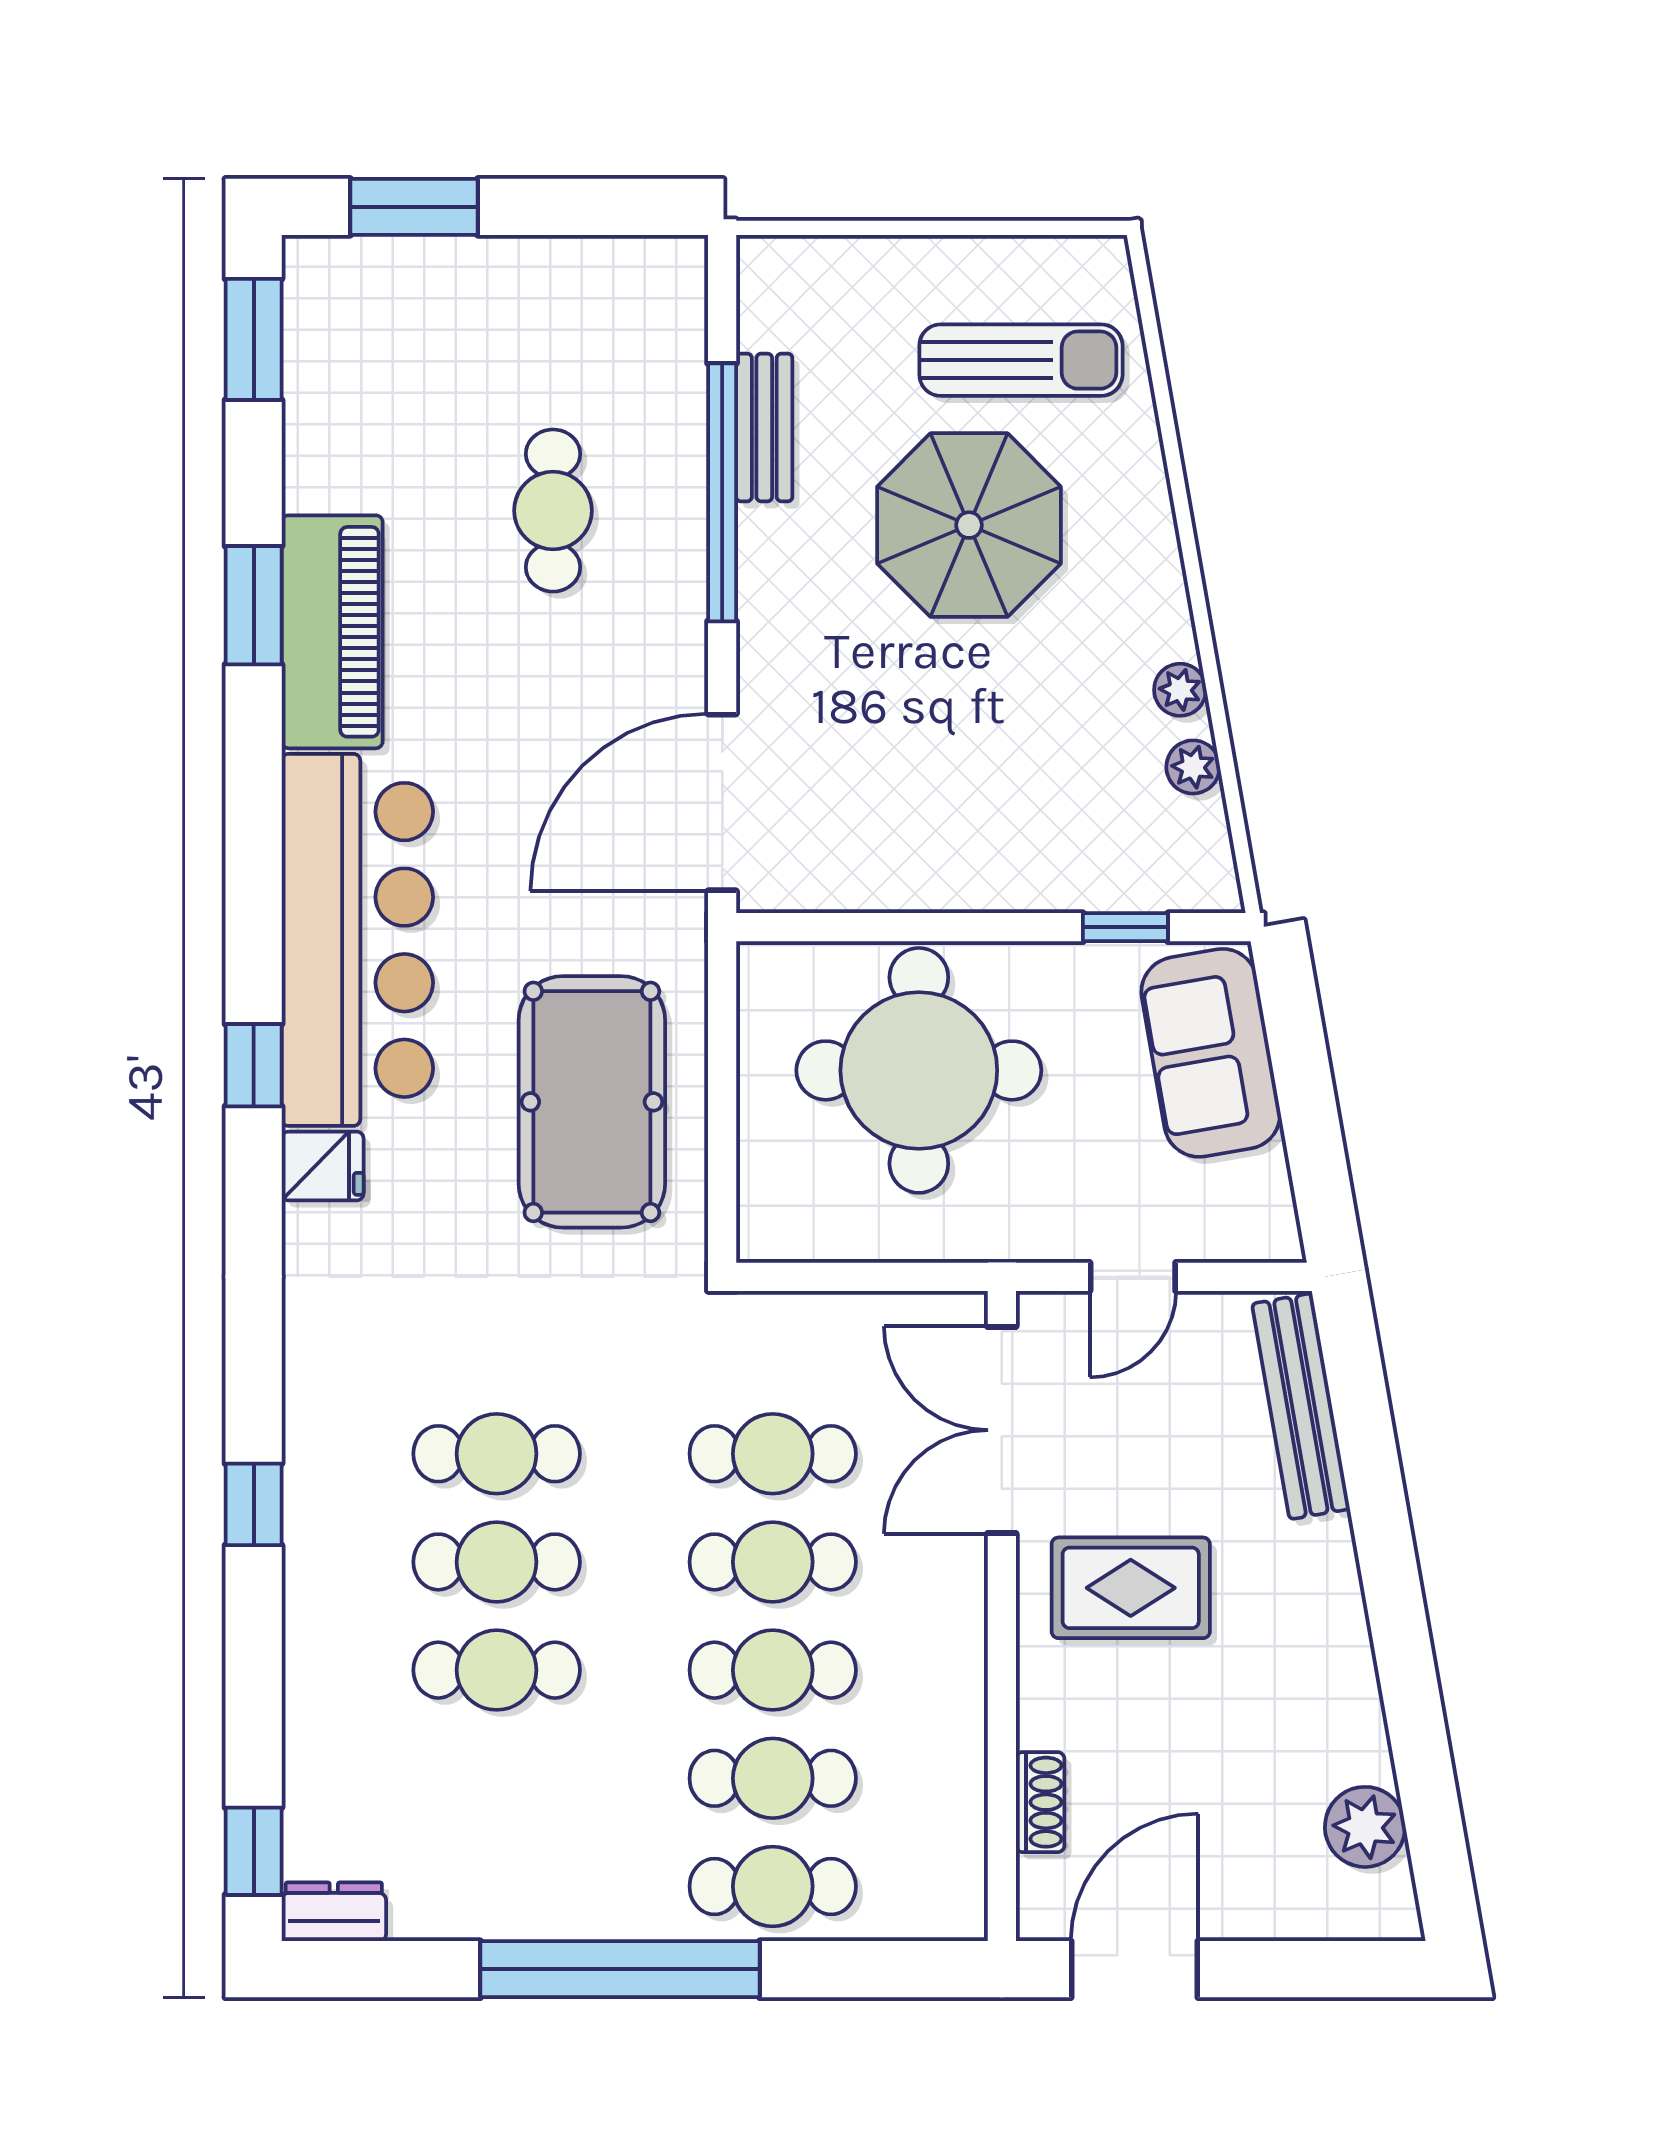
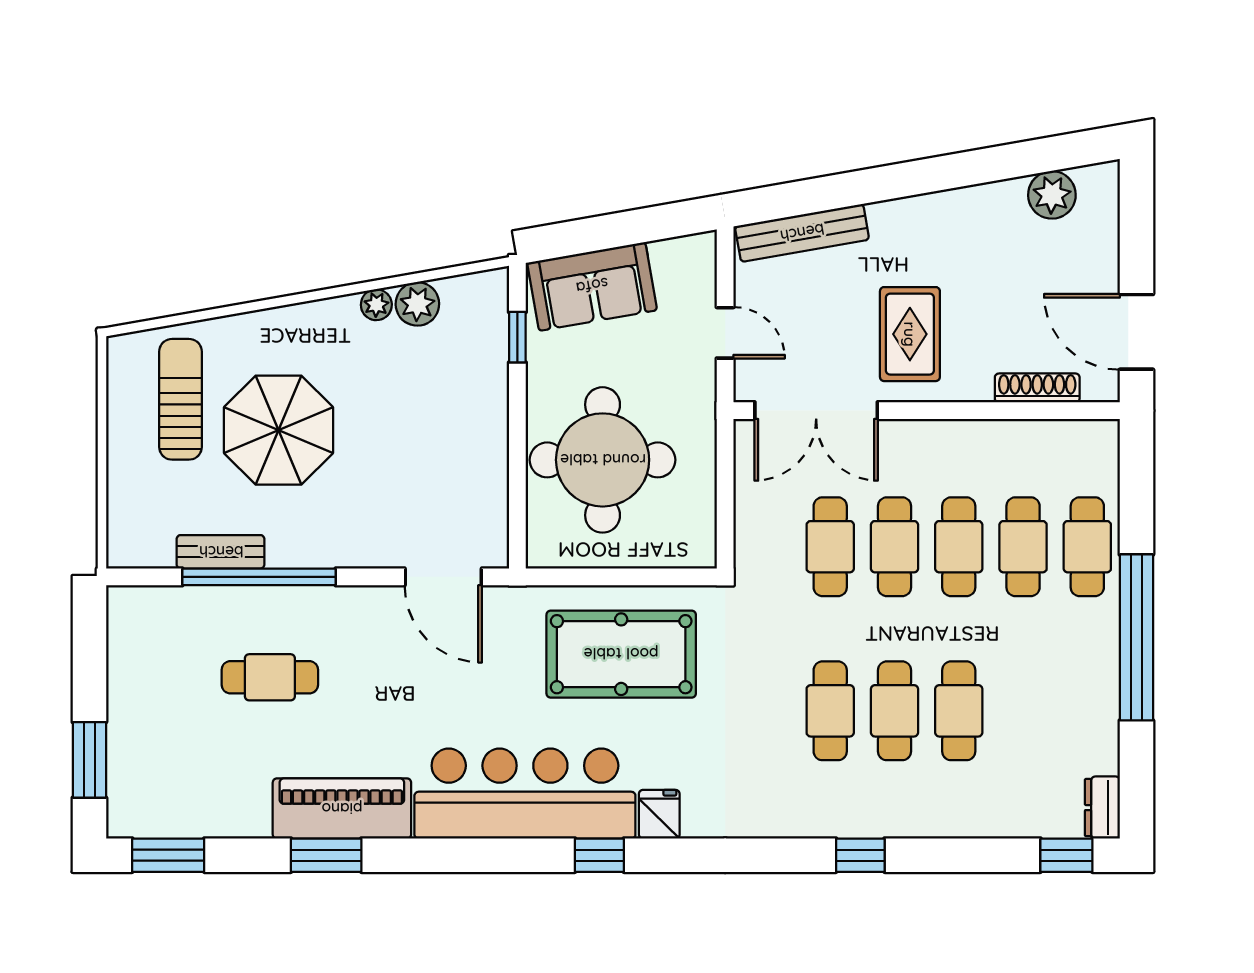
plant: (1193, 767) -> (417, 304), width x1.38, depth x1.38
door: (722, 802) -> (443, 577), width x0.73
shoe rack: (1040, 1802) -> (1037, 388), width x1.43

